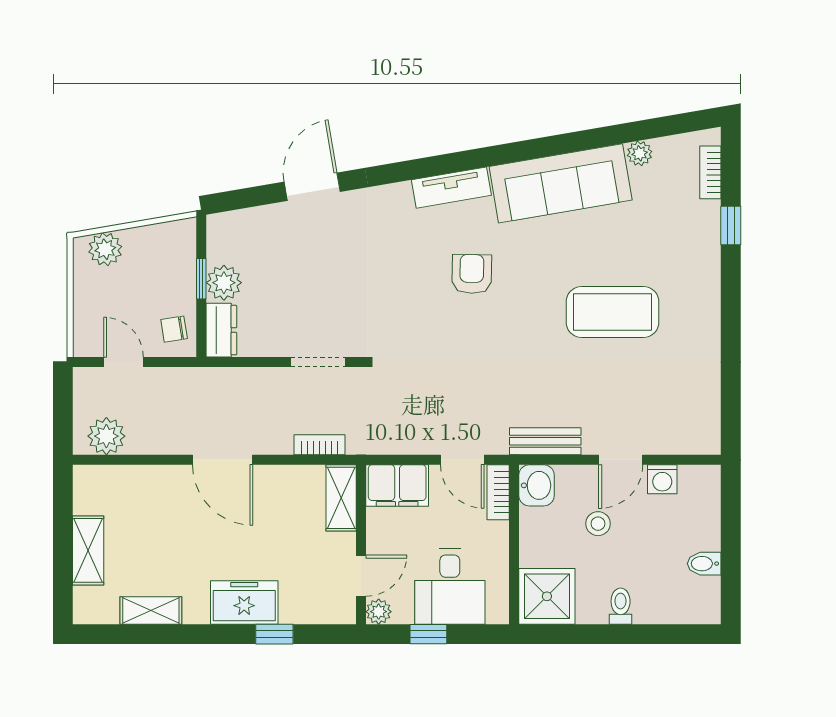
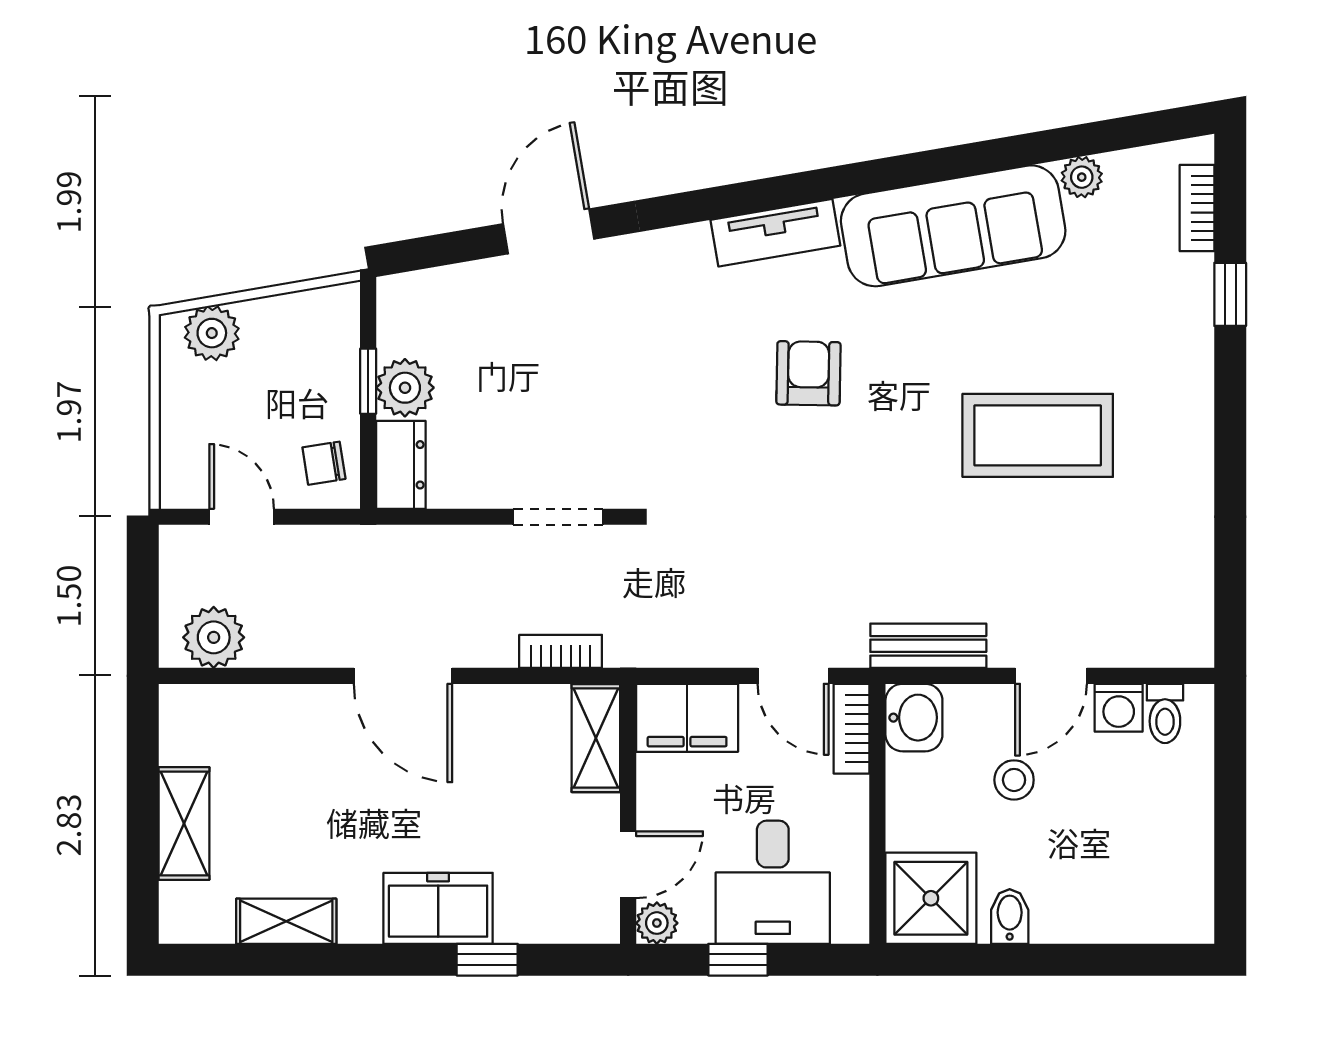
bidet: (704, 564) -> (1010, 916), moved, turned 90
toilet: (621, 606) -> (1165, 713), moved, turned 180

